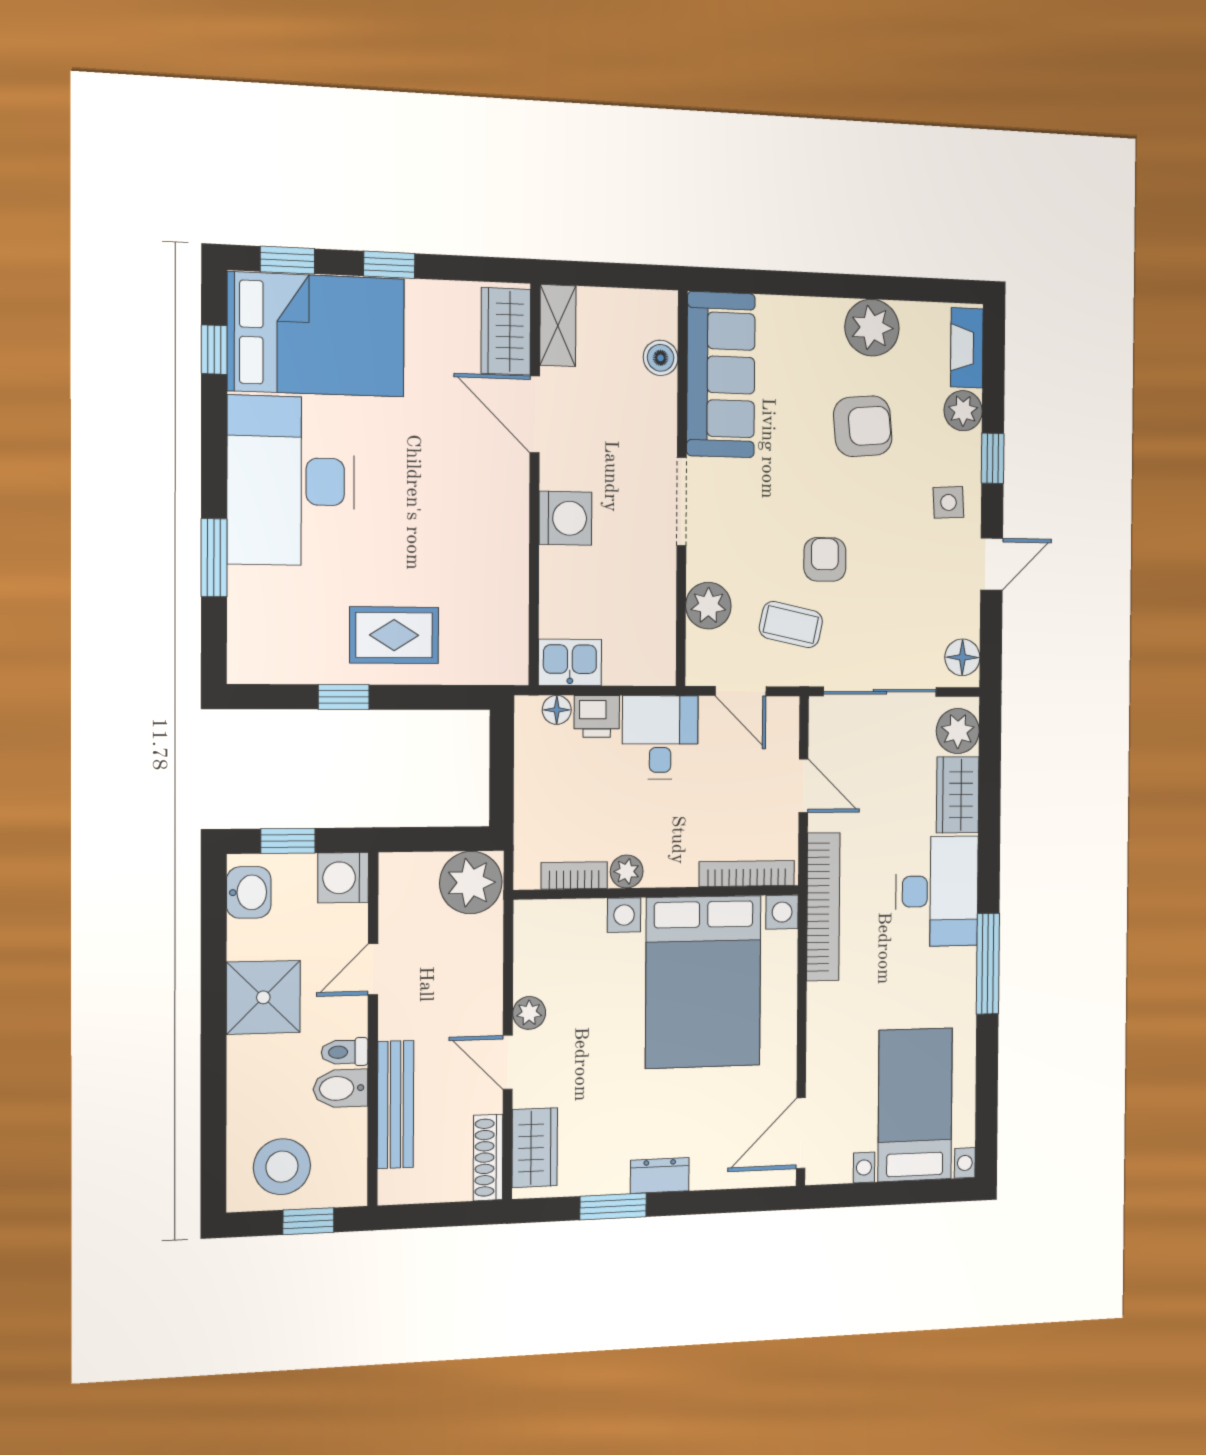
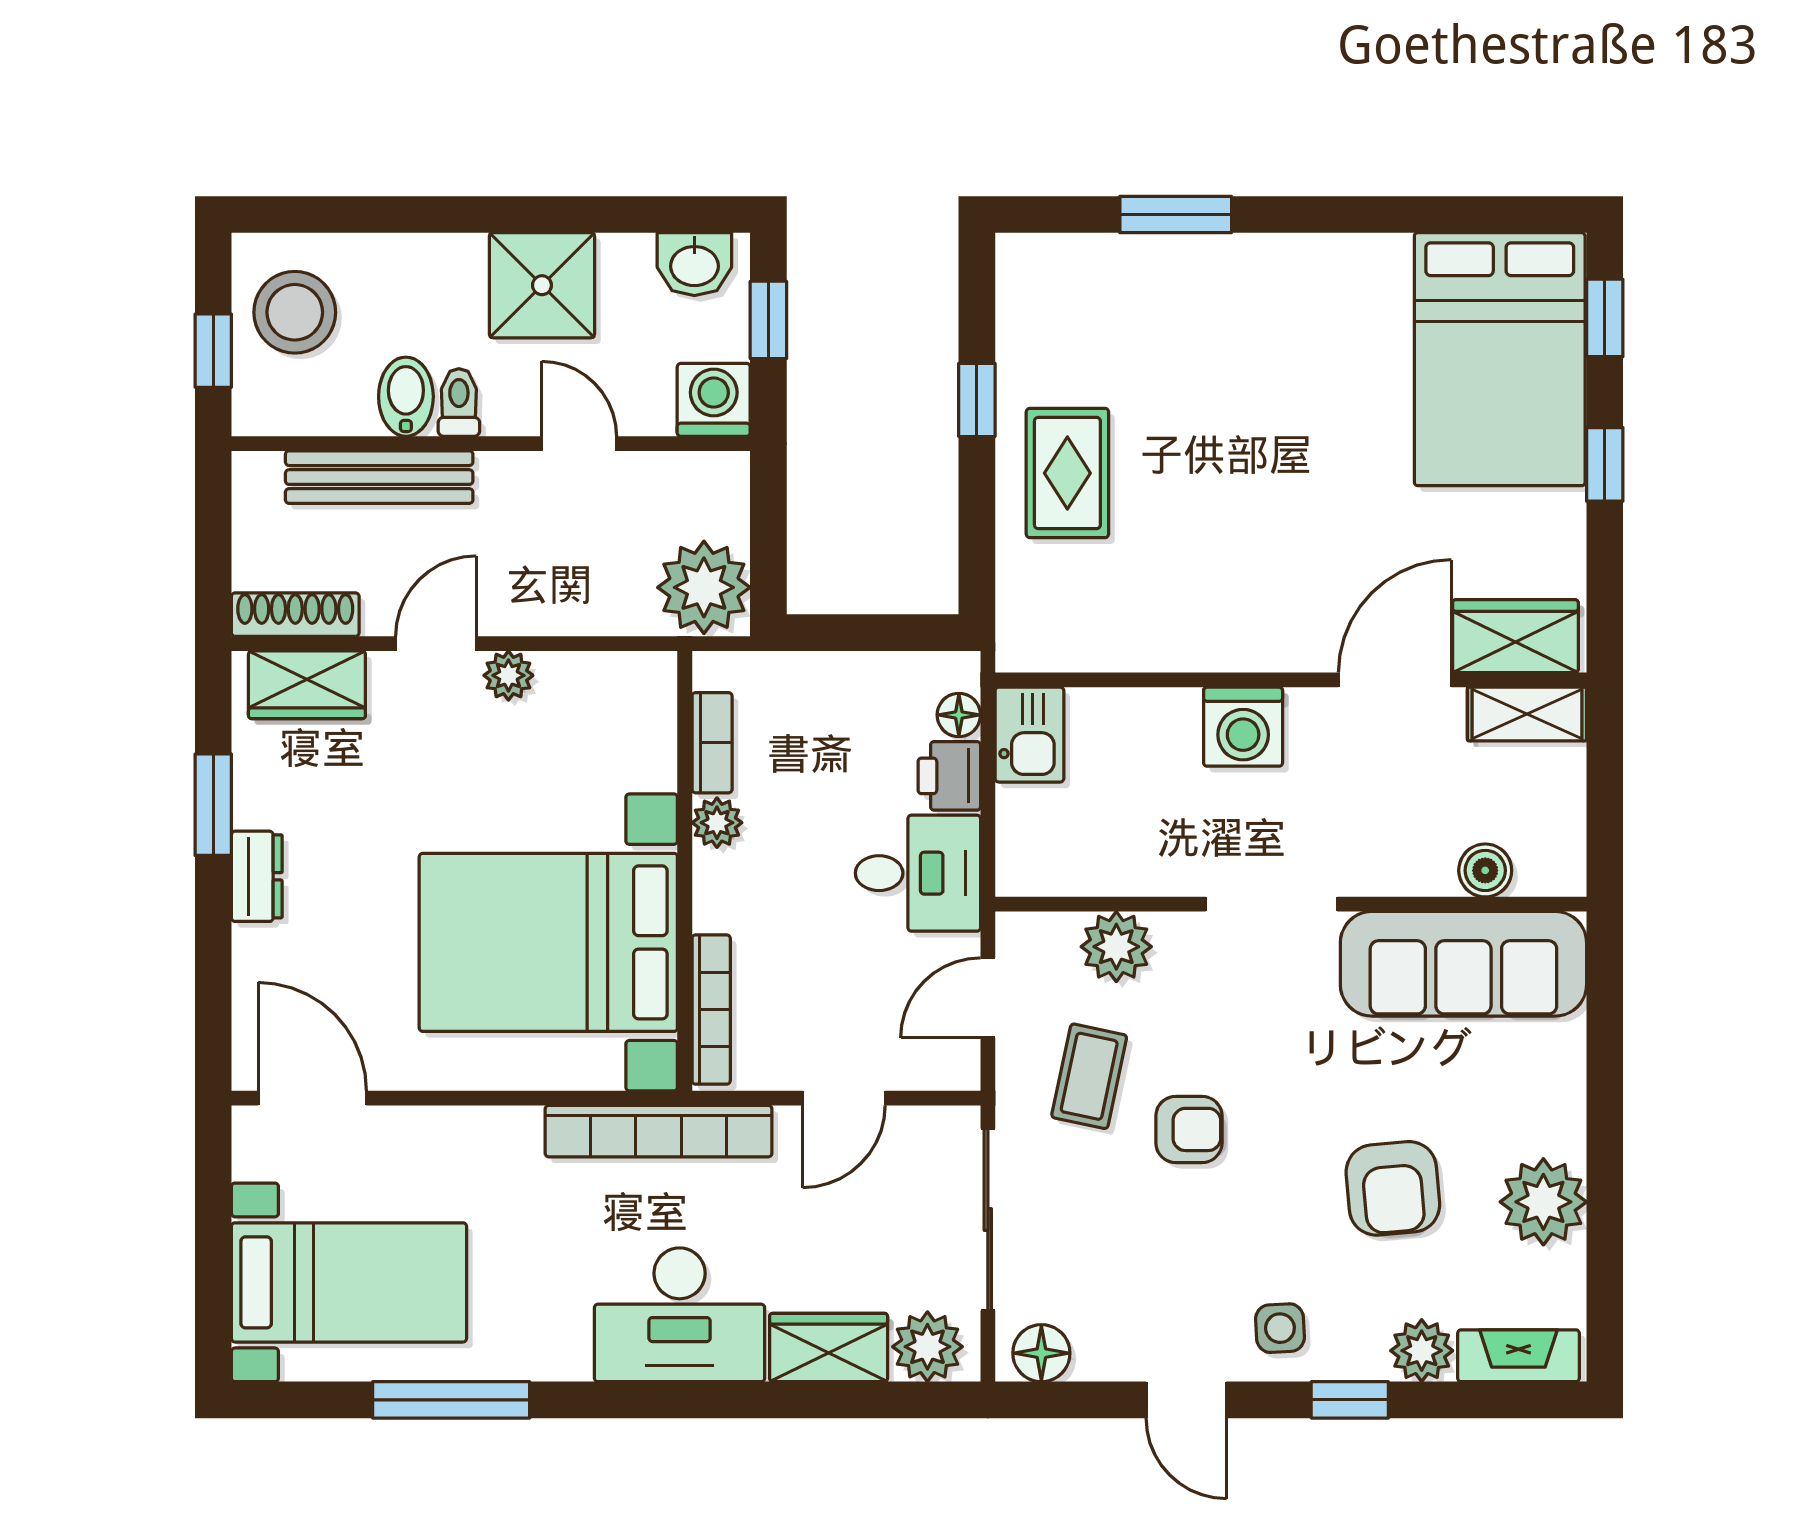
window: (214, 350) -> (1473, 214), removed
desk: (291, 481) -> (1288, 324), removed
window: (988, 964) -> (451, 1400), moved

